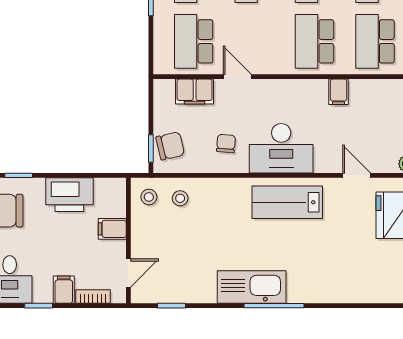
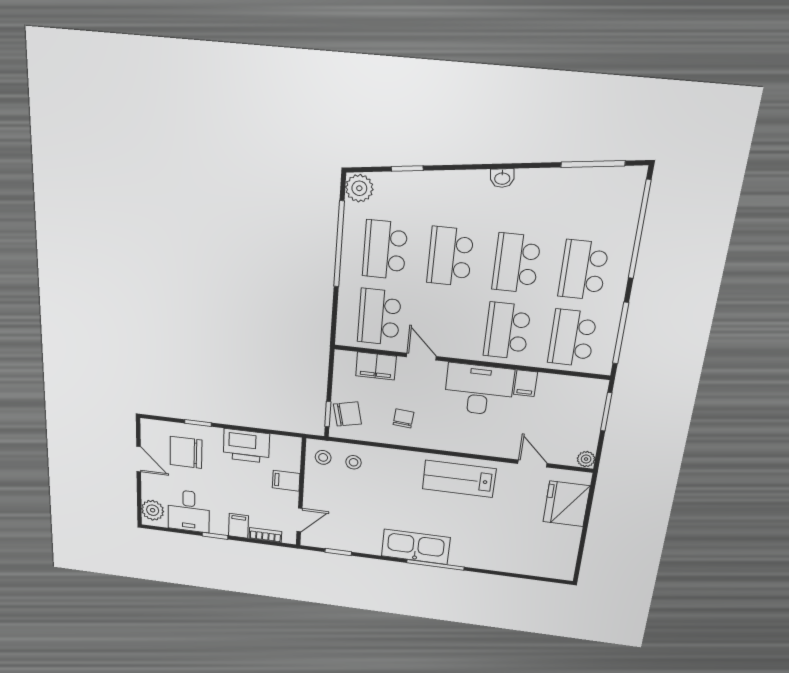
desk: (281, 148) -> (479, 390), moved, turned 180

